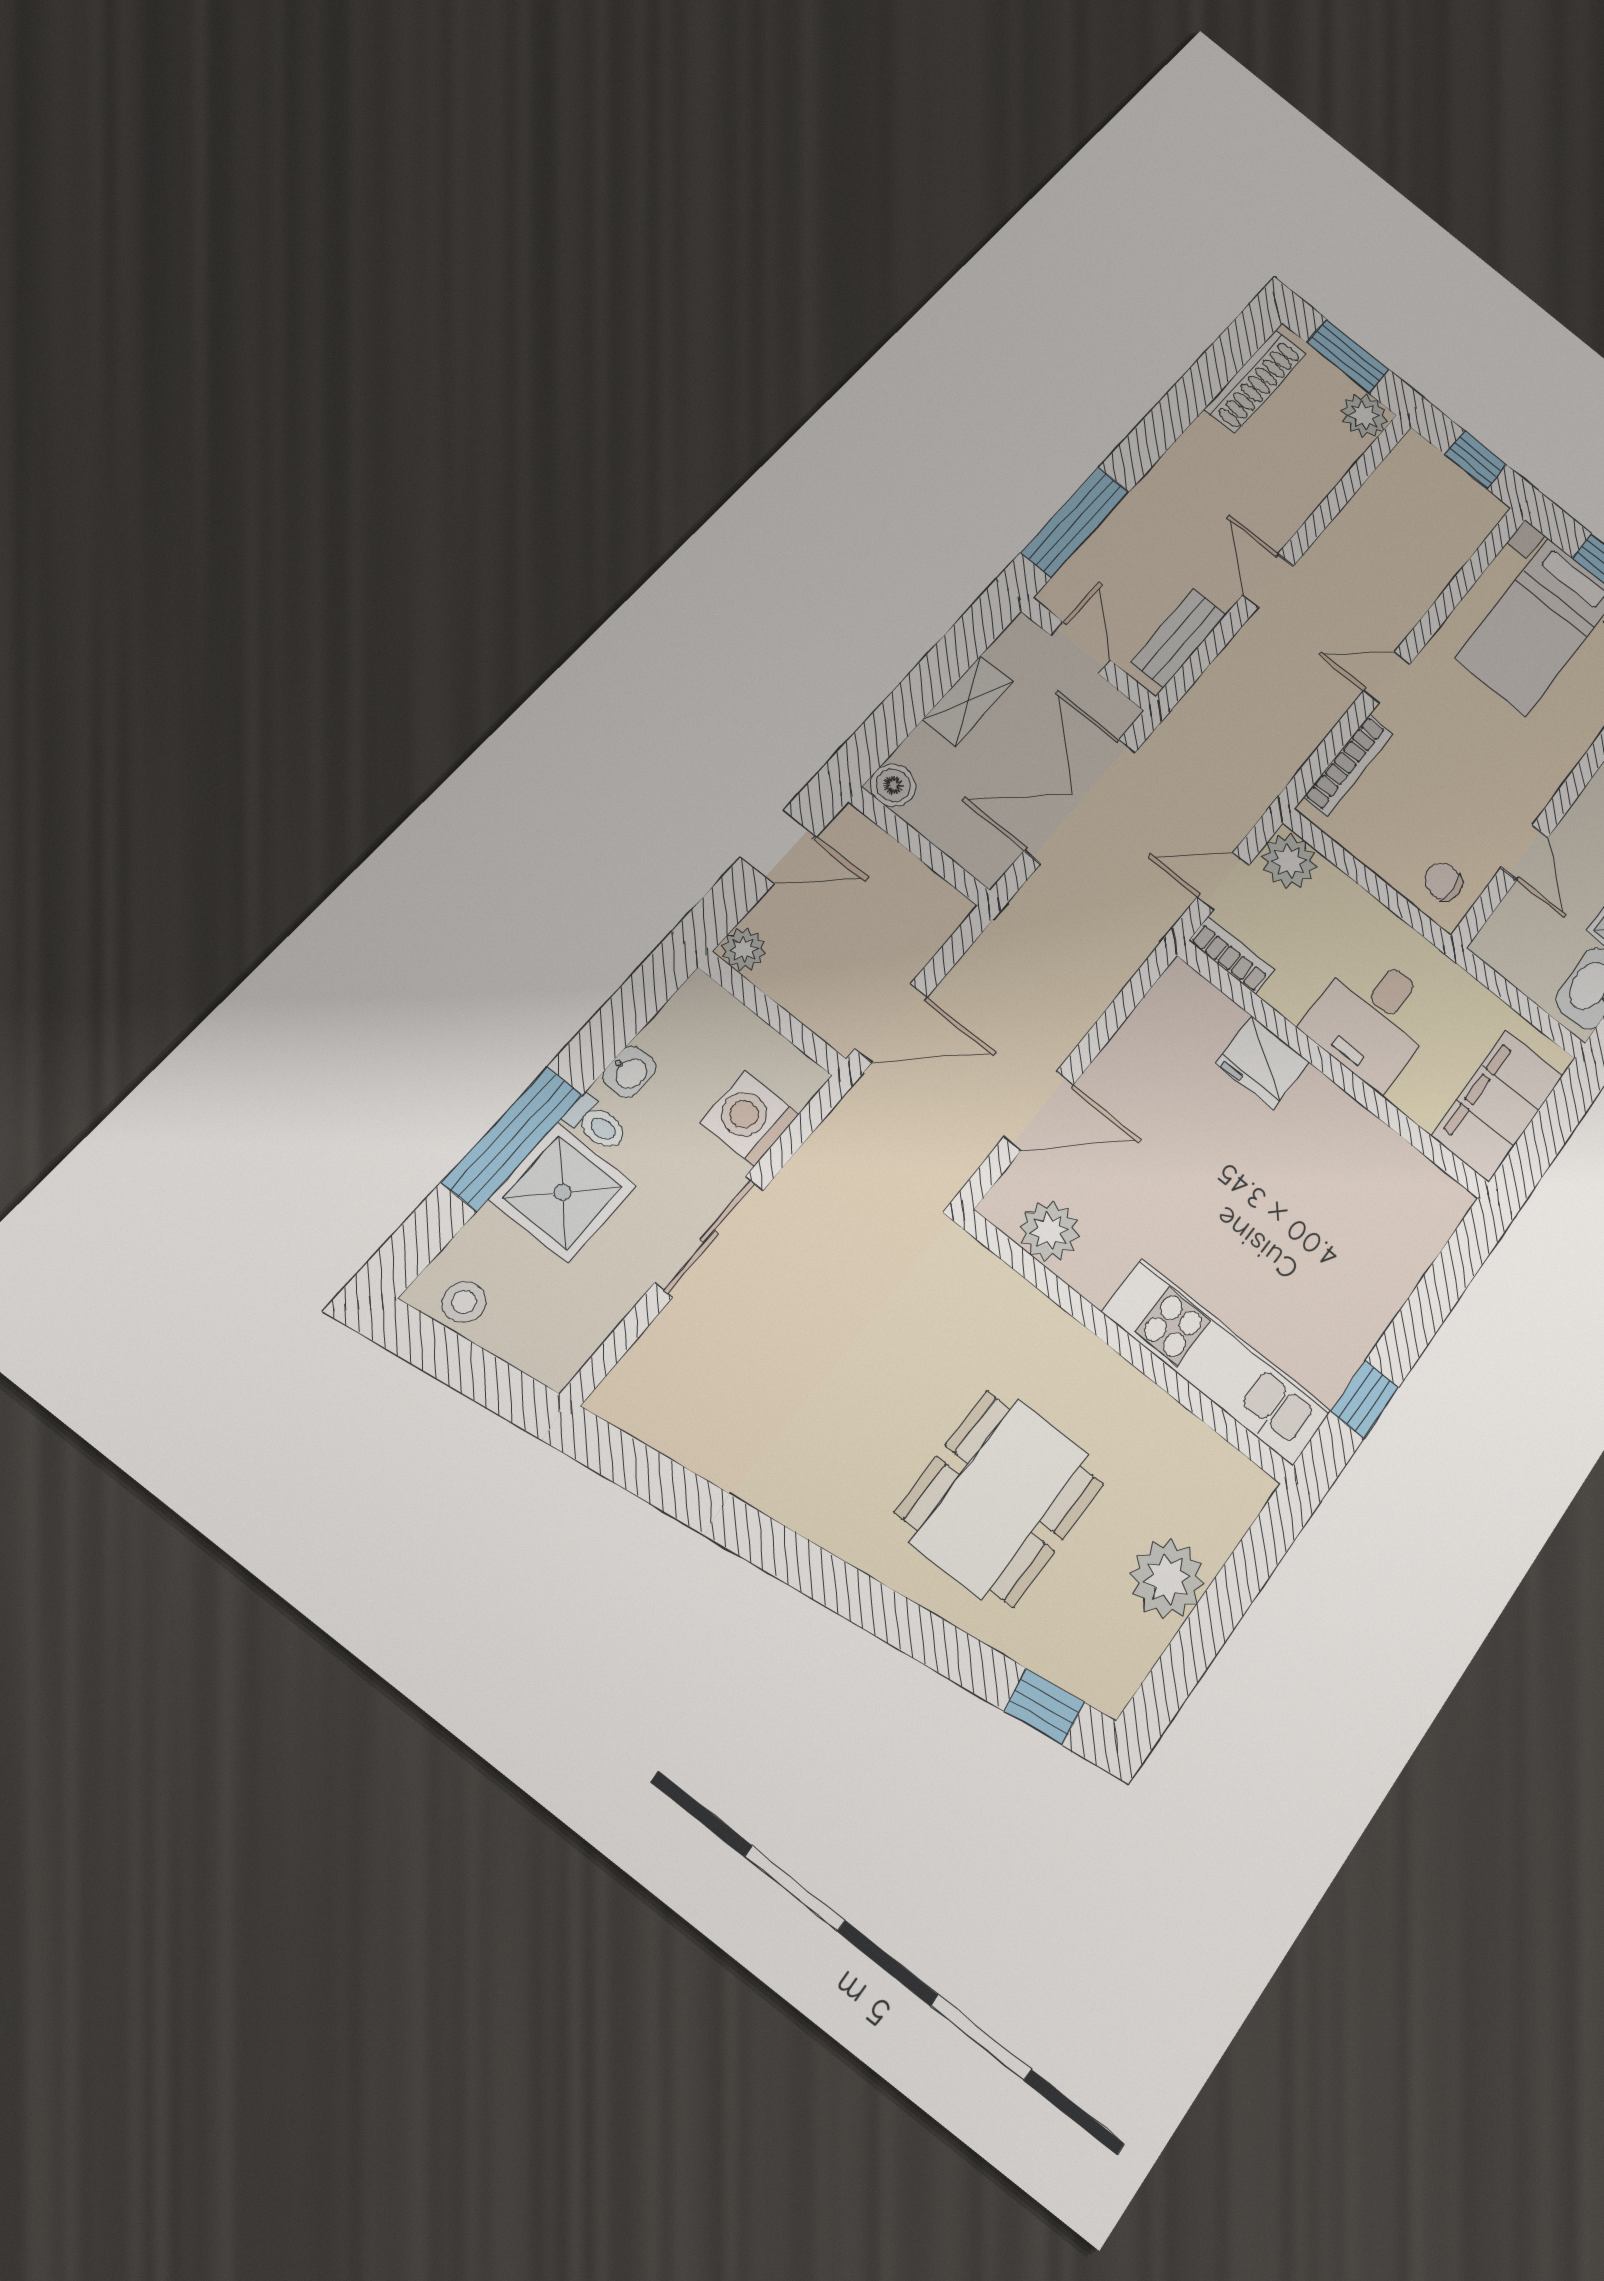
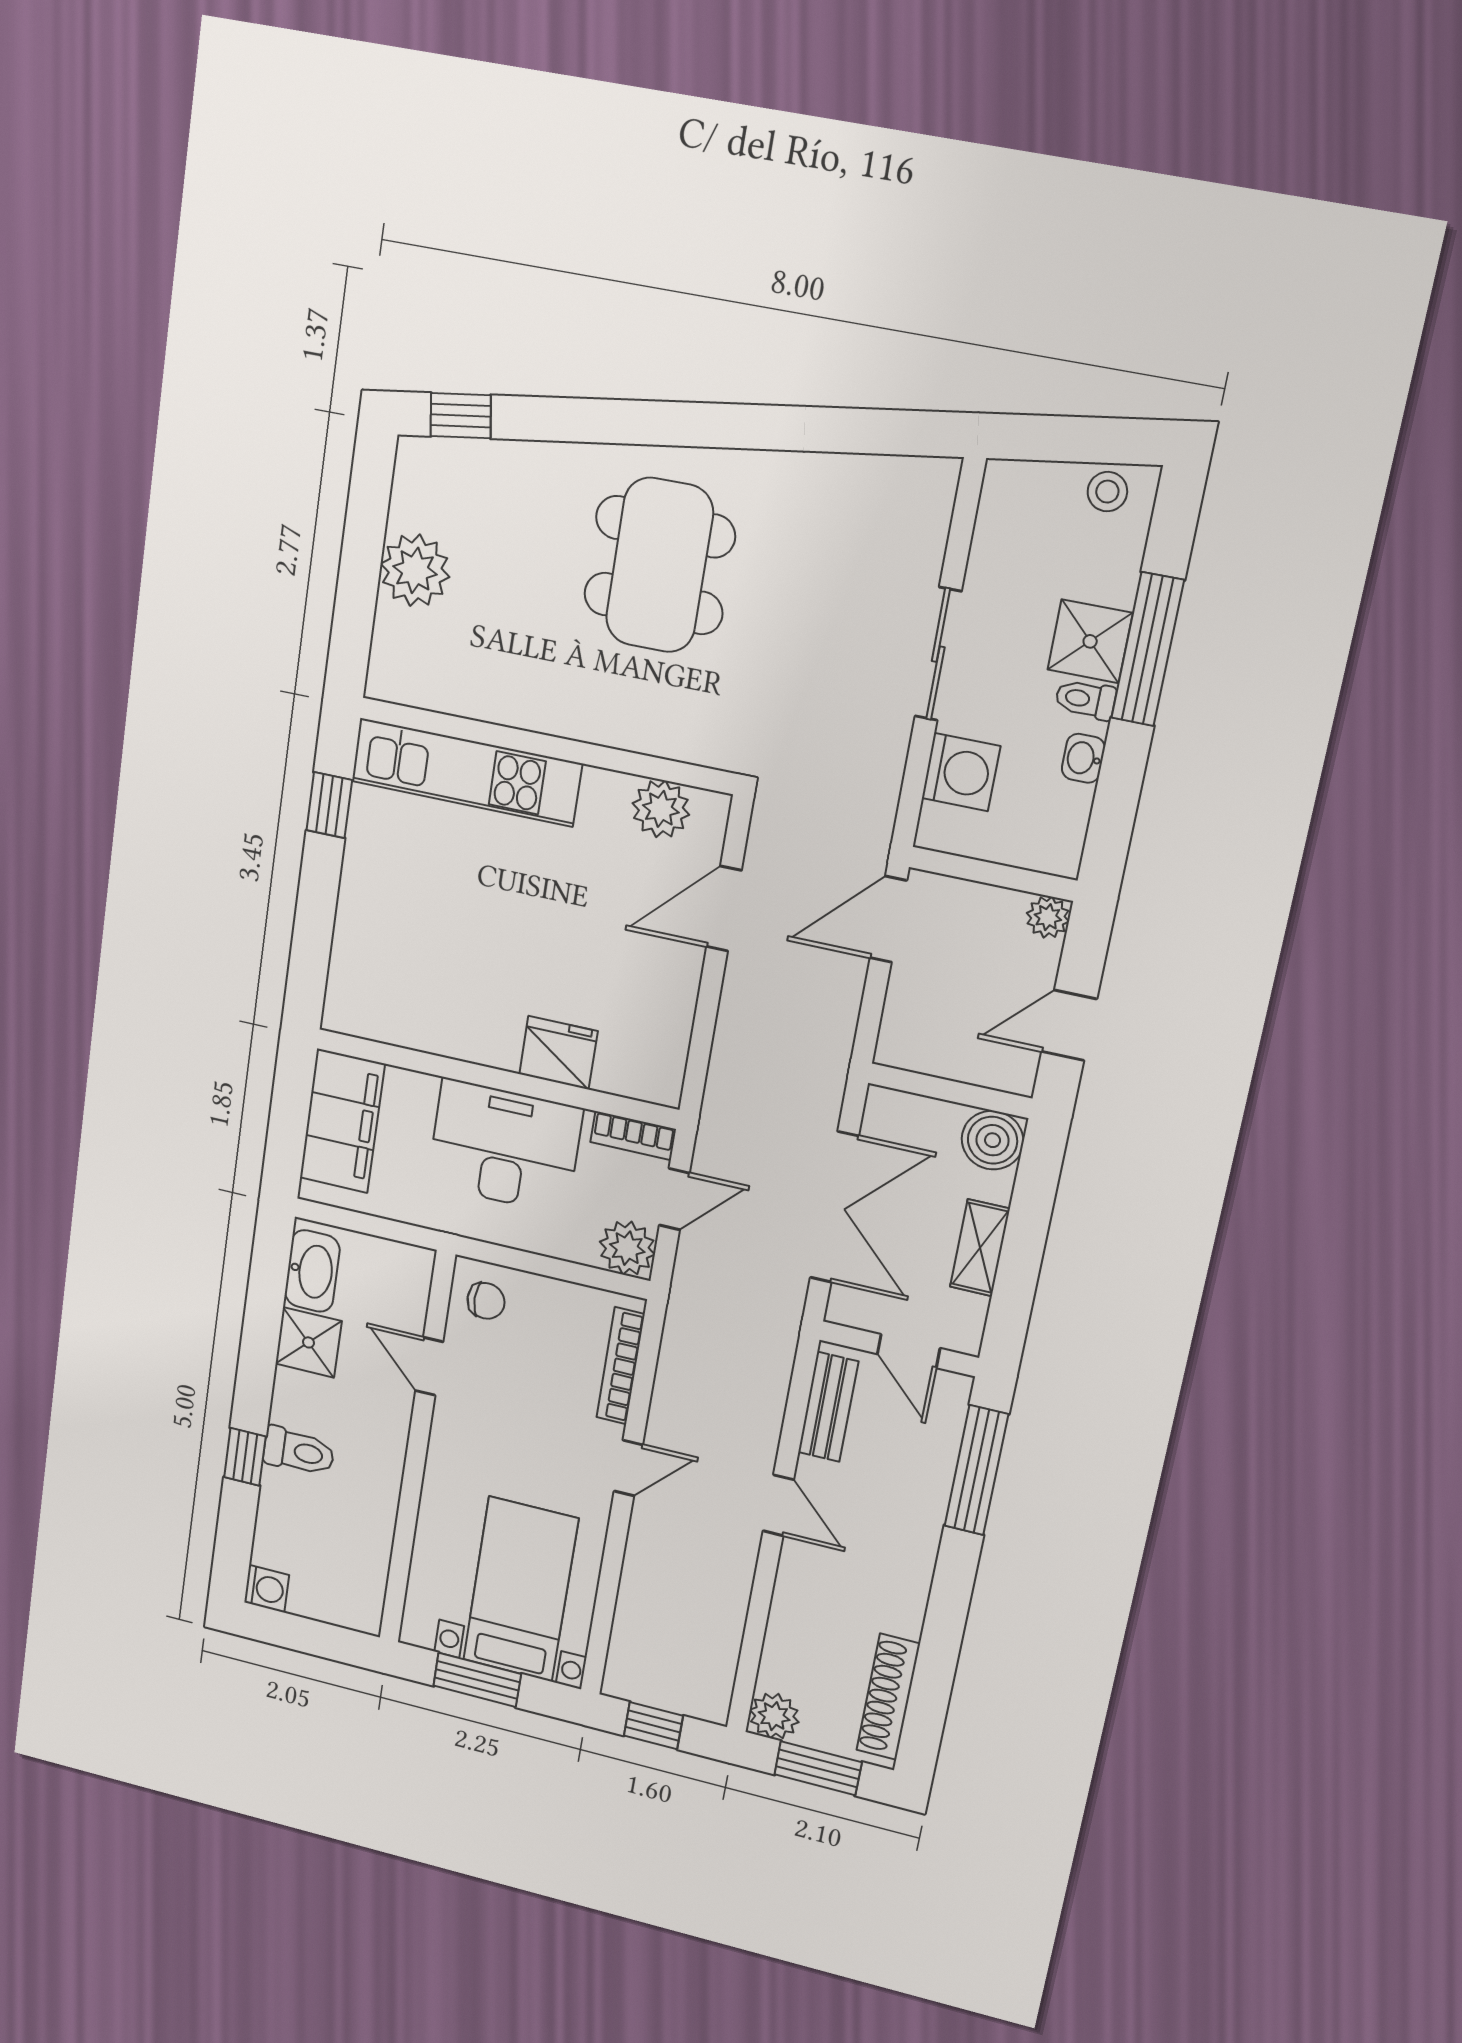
boiler: (893, 785) -> (993, 1140), width x1.36, depth x1.36
desk: (1372, 1018) -> (505, 1147), width x1.37
shower: (563, 1192) -> (1090, 641), width x0.73, depth x0.73
dining table: (1000, 1498) -> (659, 565), moved

